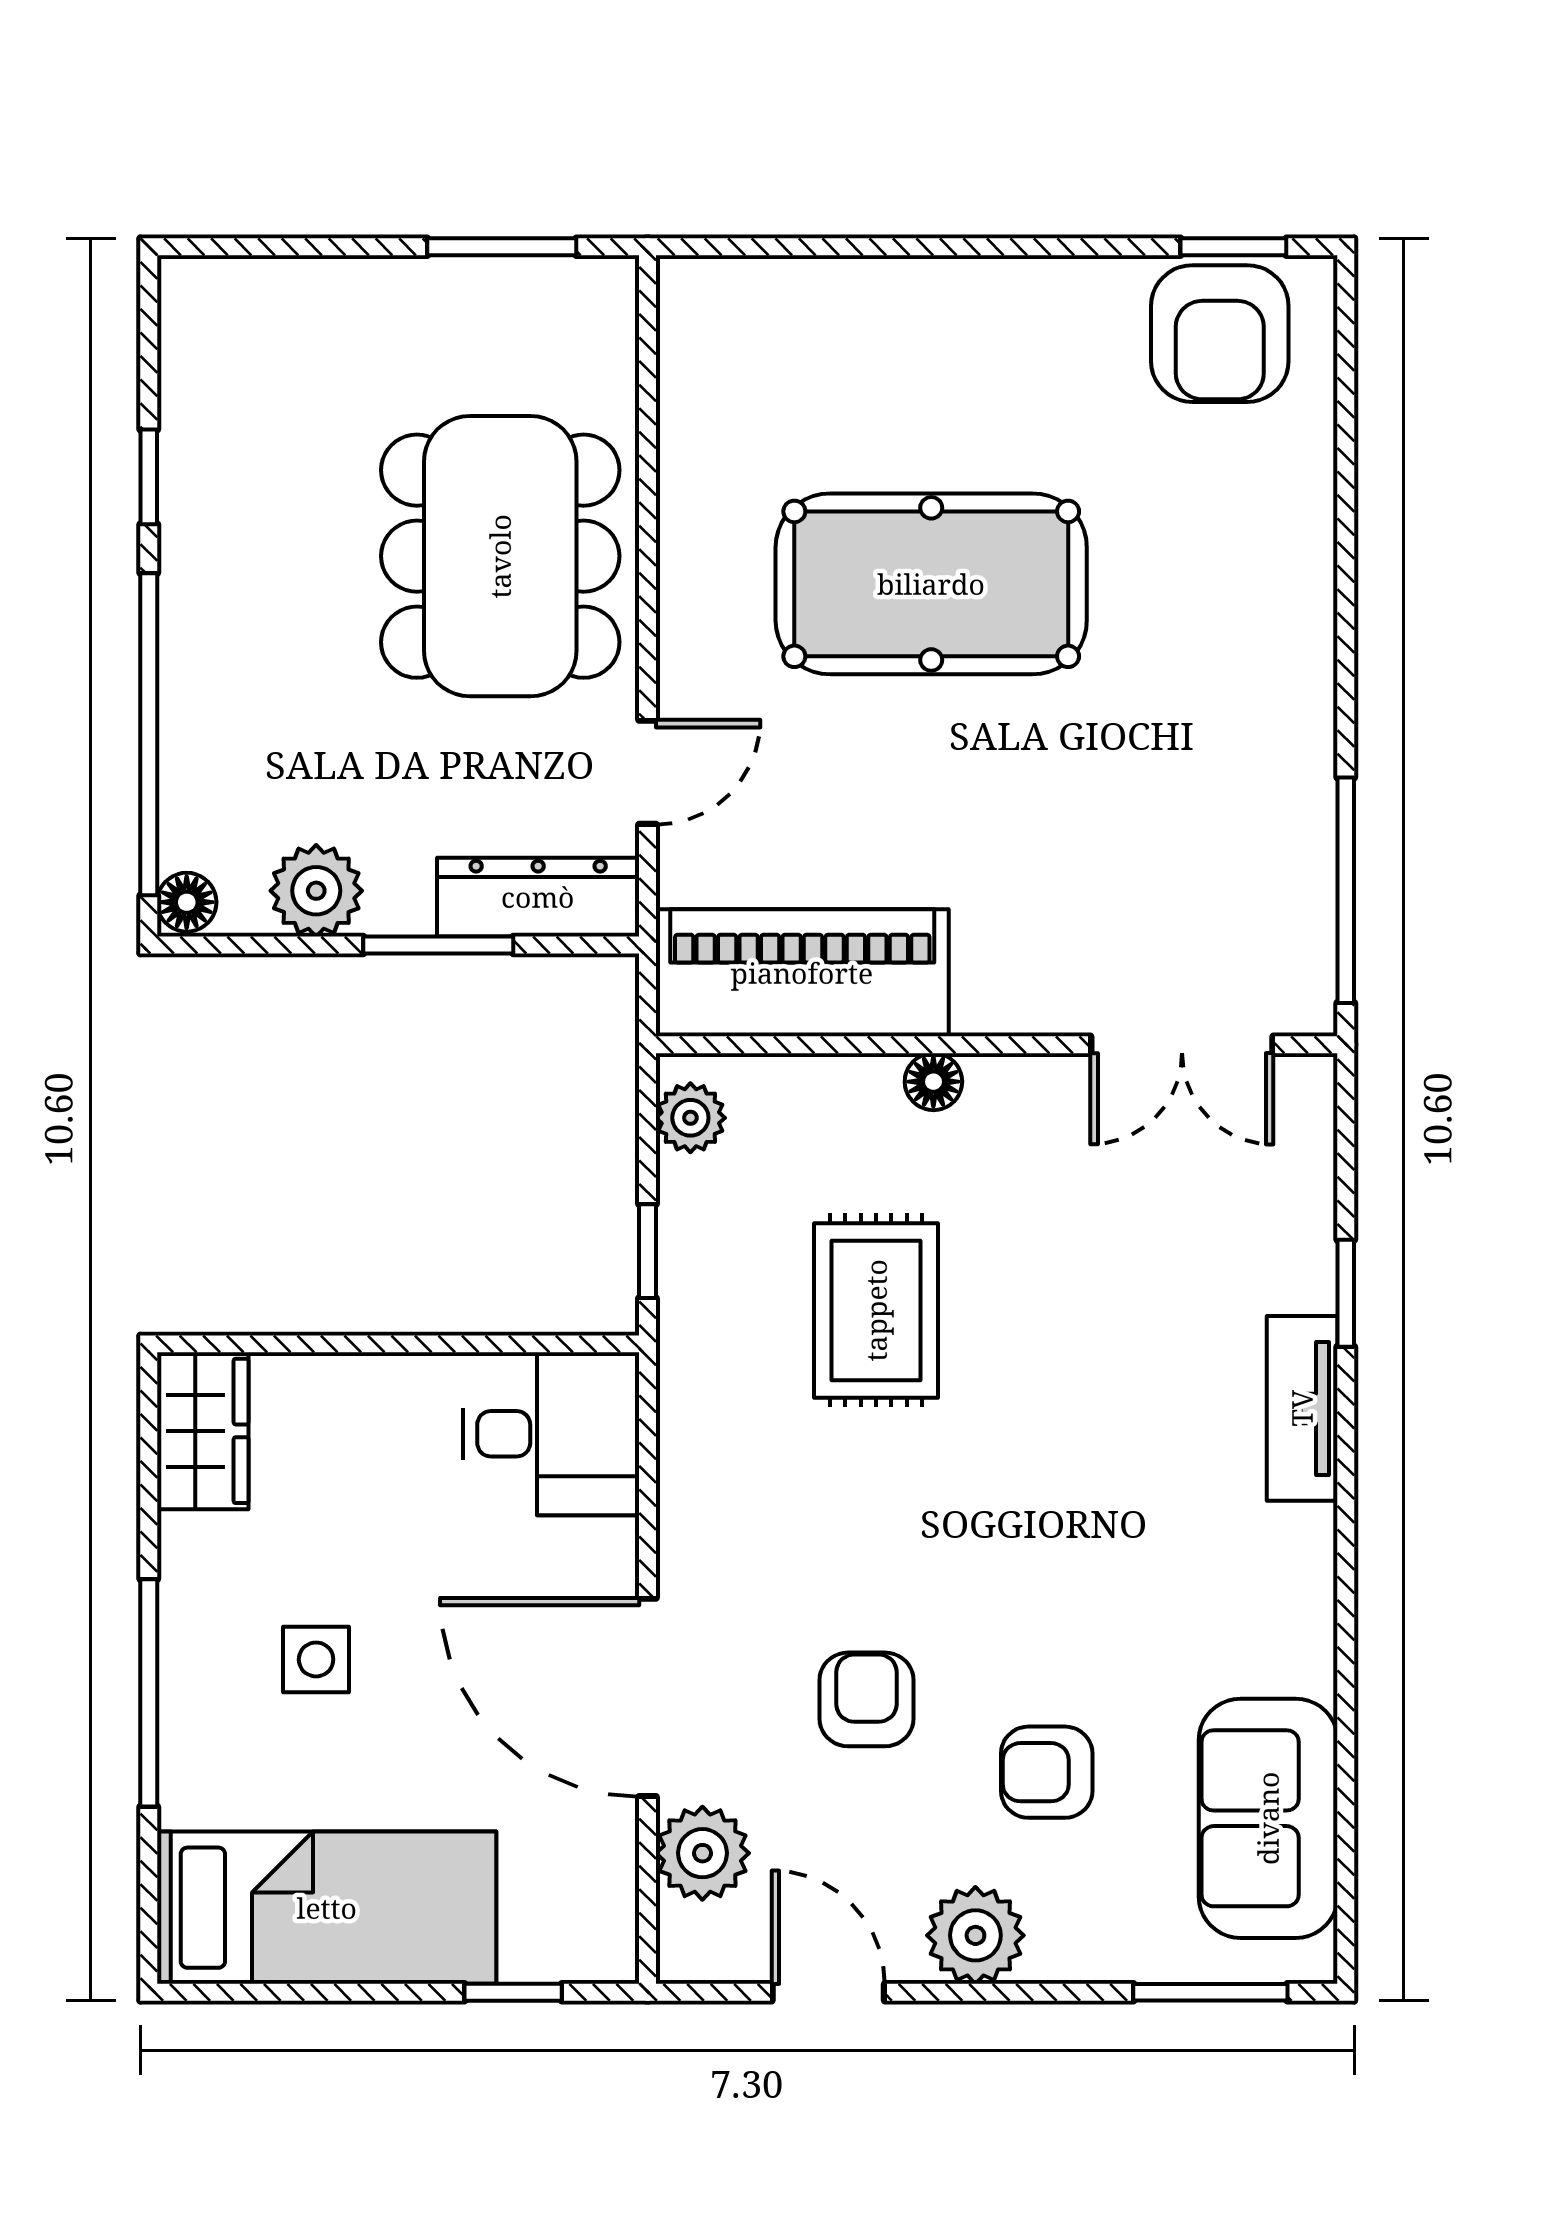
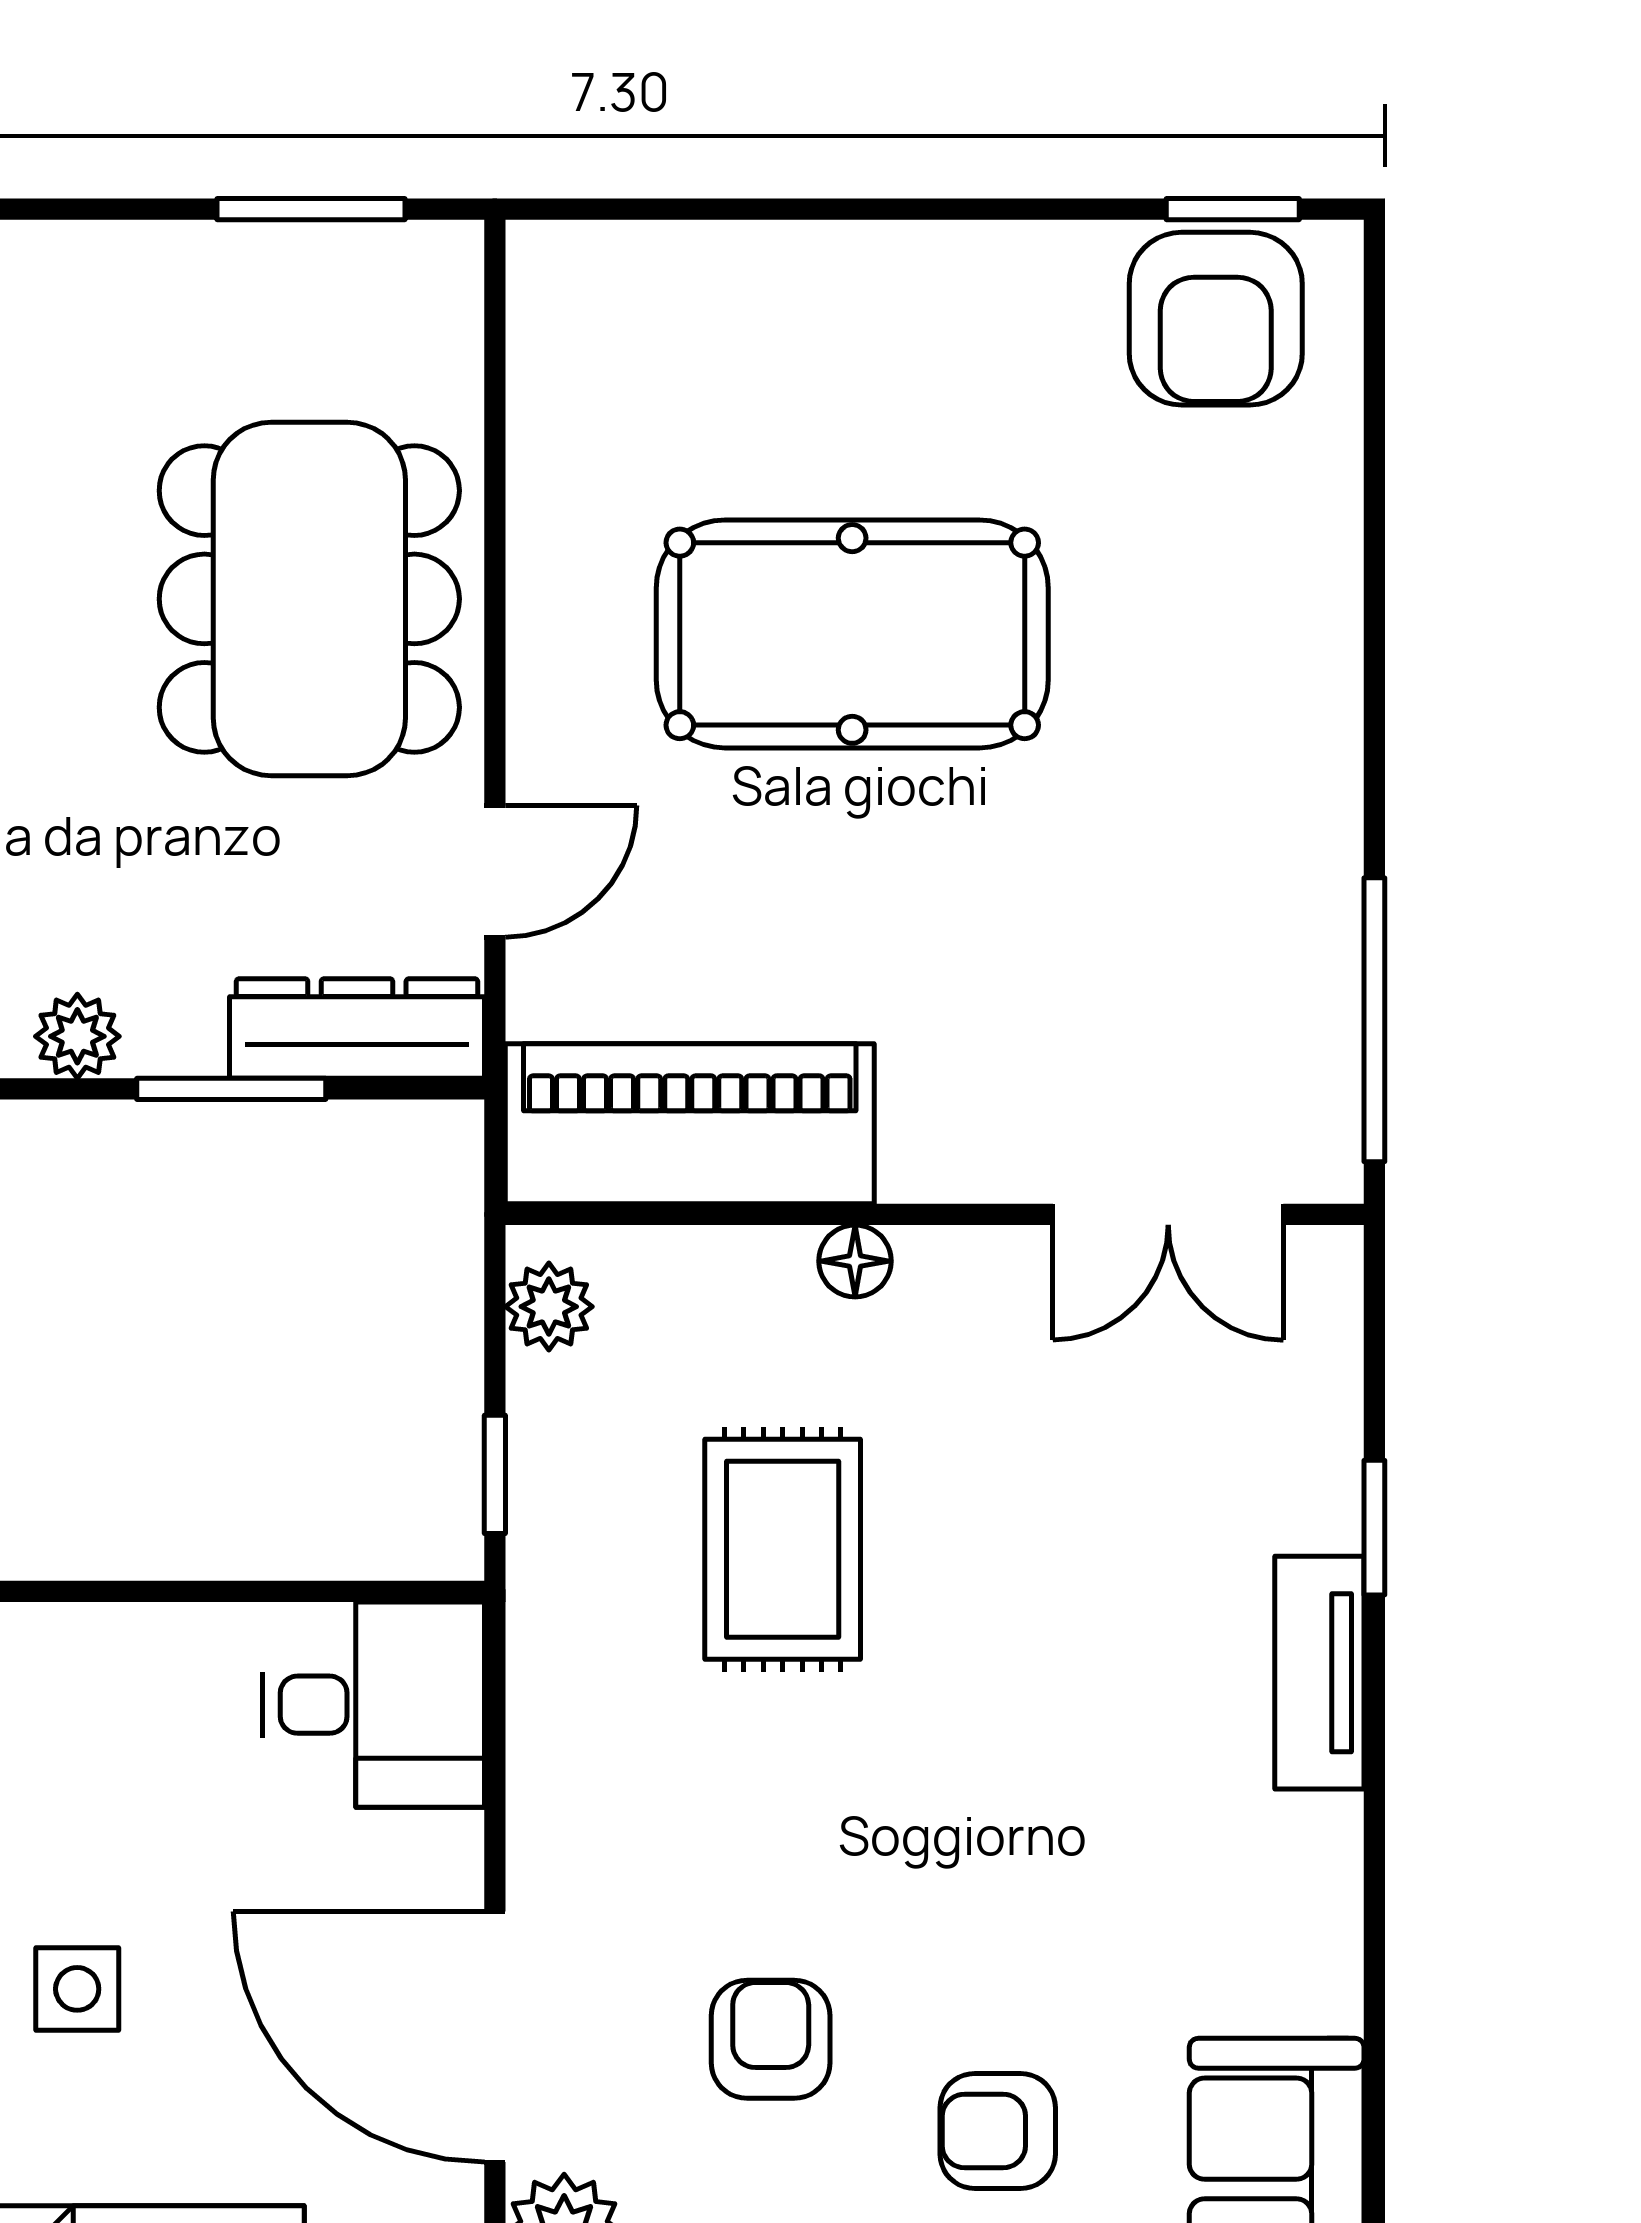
plant: (316, 891) -> (77, 1036), width x0.73, depth x0.73

